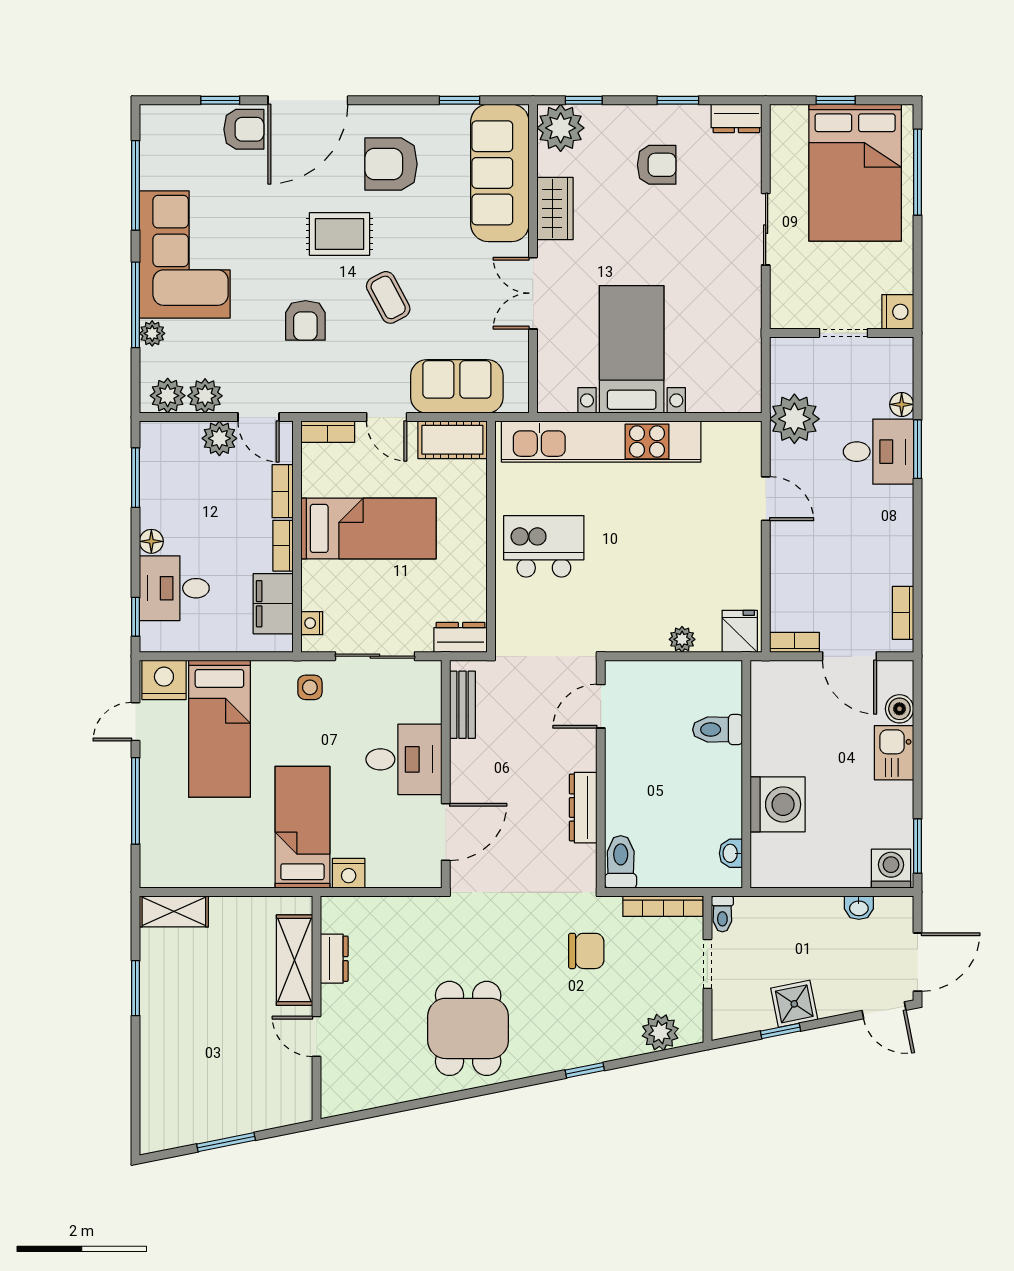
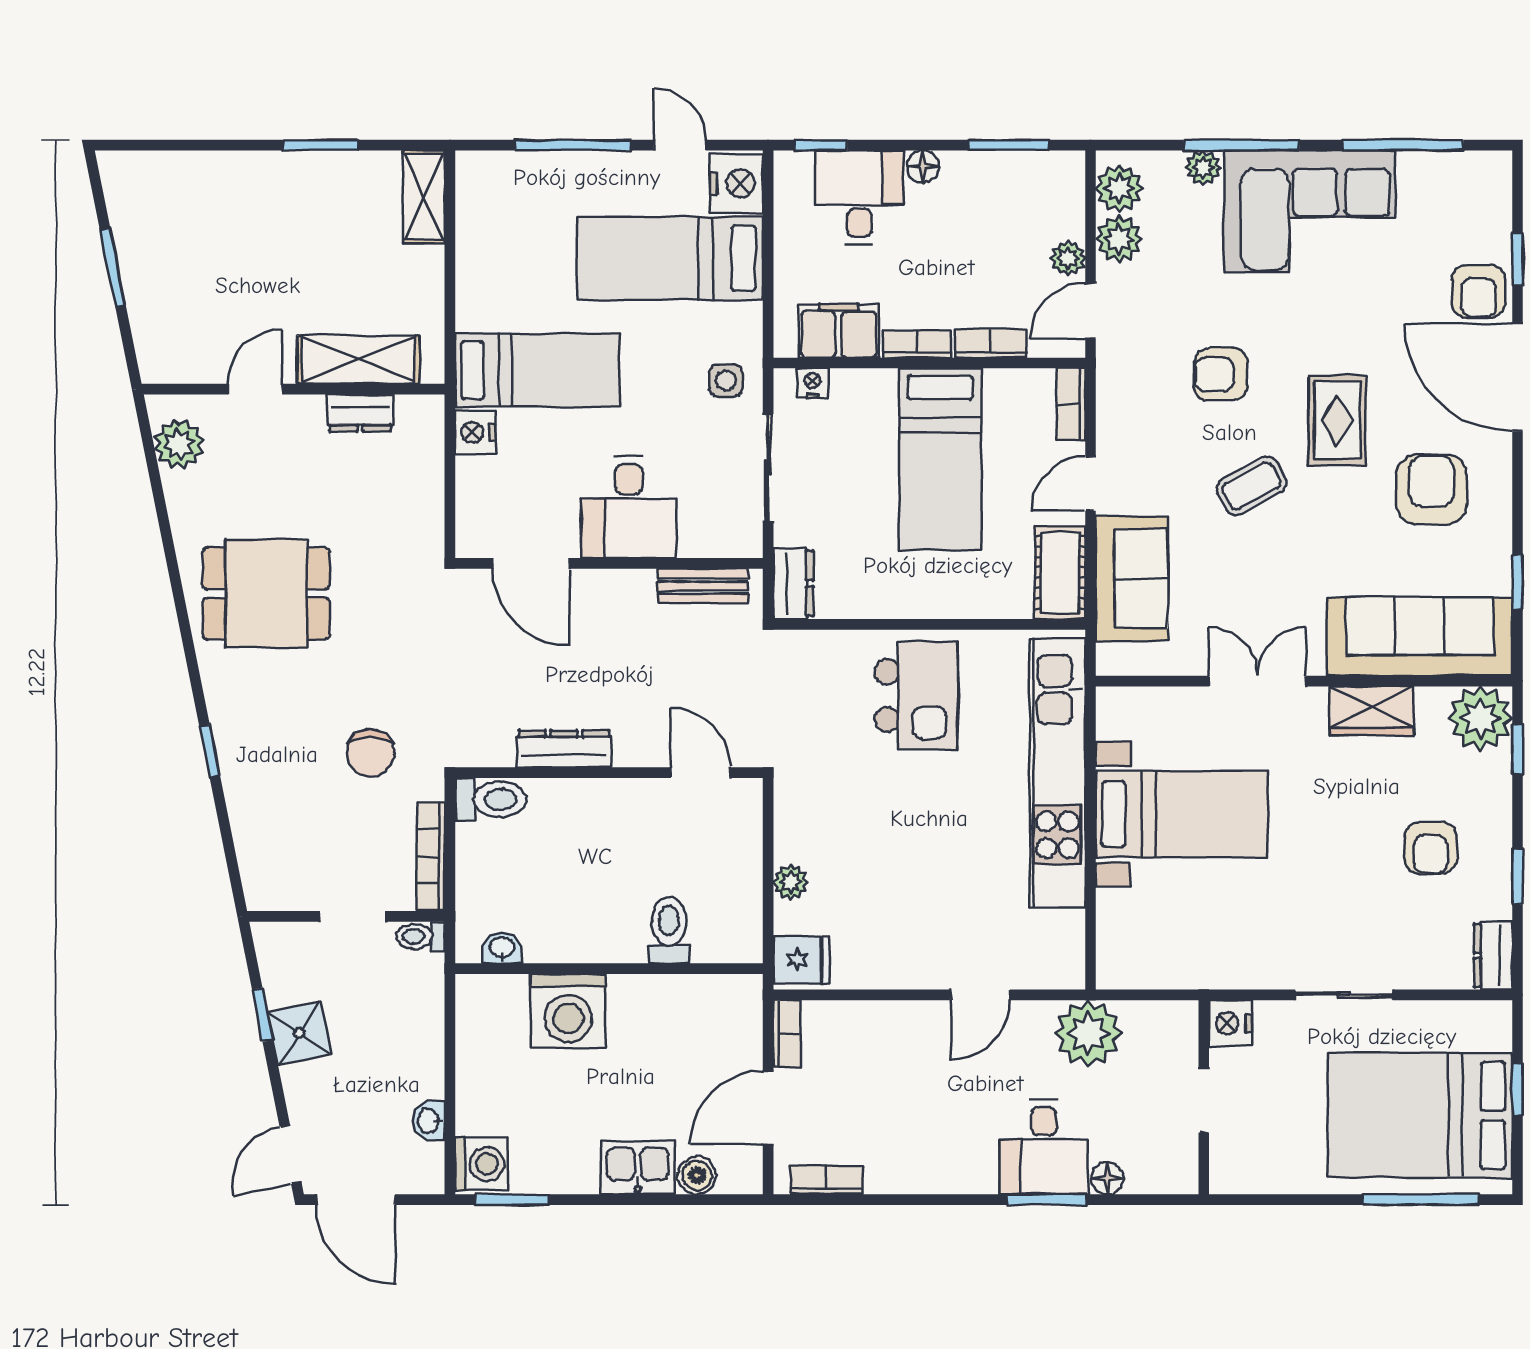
nightstand: (898, 312) -> (1230, 1023), moved, turned 90
plant: (219, 438) -> (1068, 258), width x0.73, depth x0.73
plant: (660, 1032) -> (179, 444), moved

